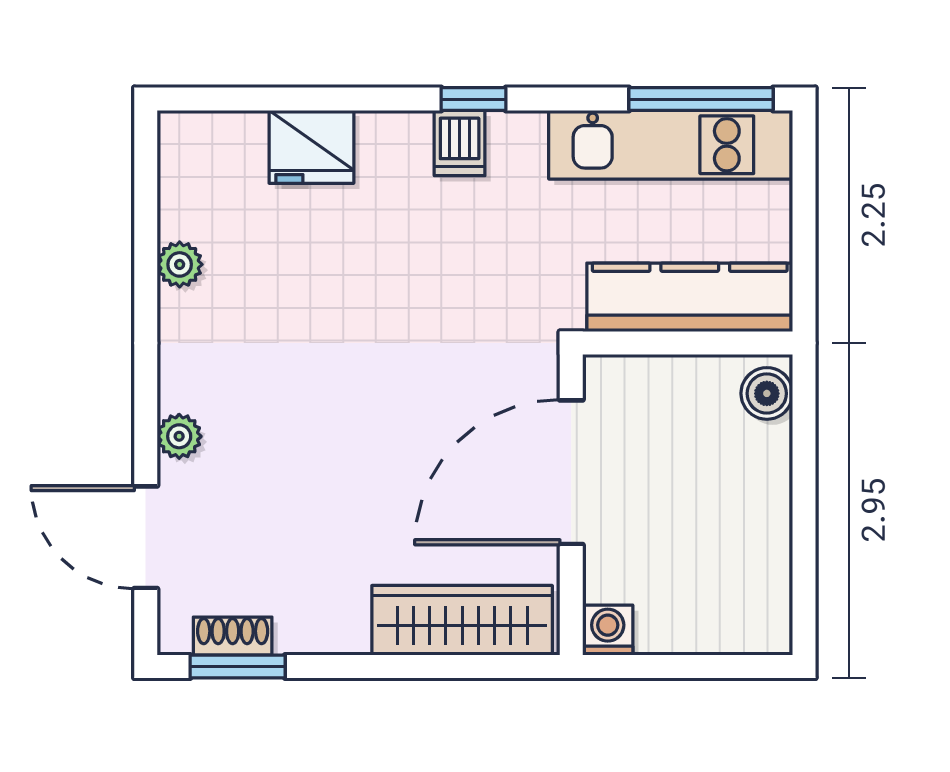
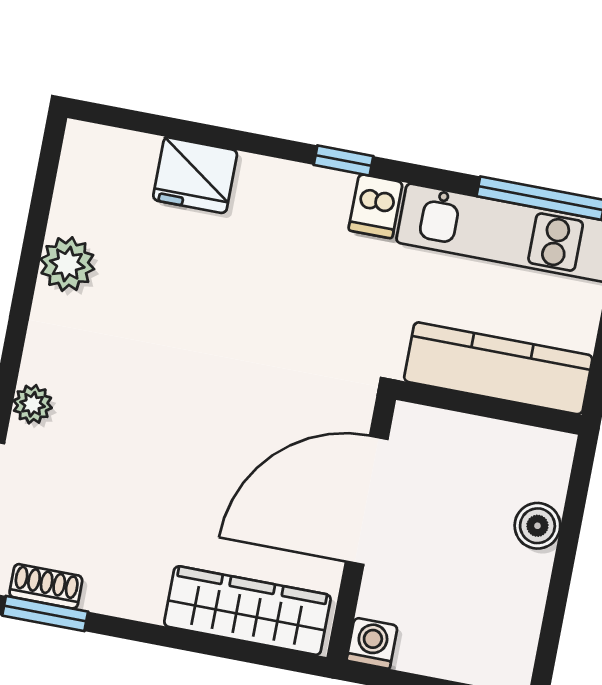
dishwasher: (460, 143) -> (376, 206), moved
plant: (180, 264) -> (67, 264), width x1.38, depth x1.38
boiler: (767, 393) -> (537, 526), moved

